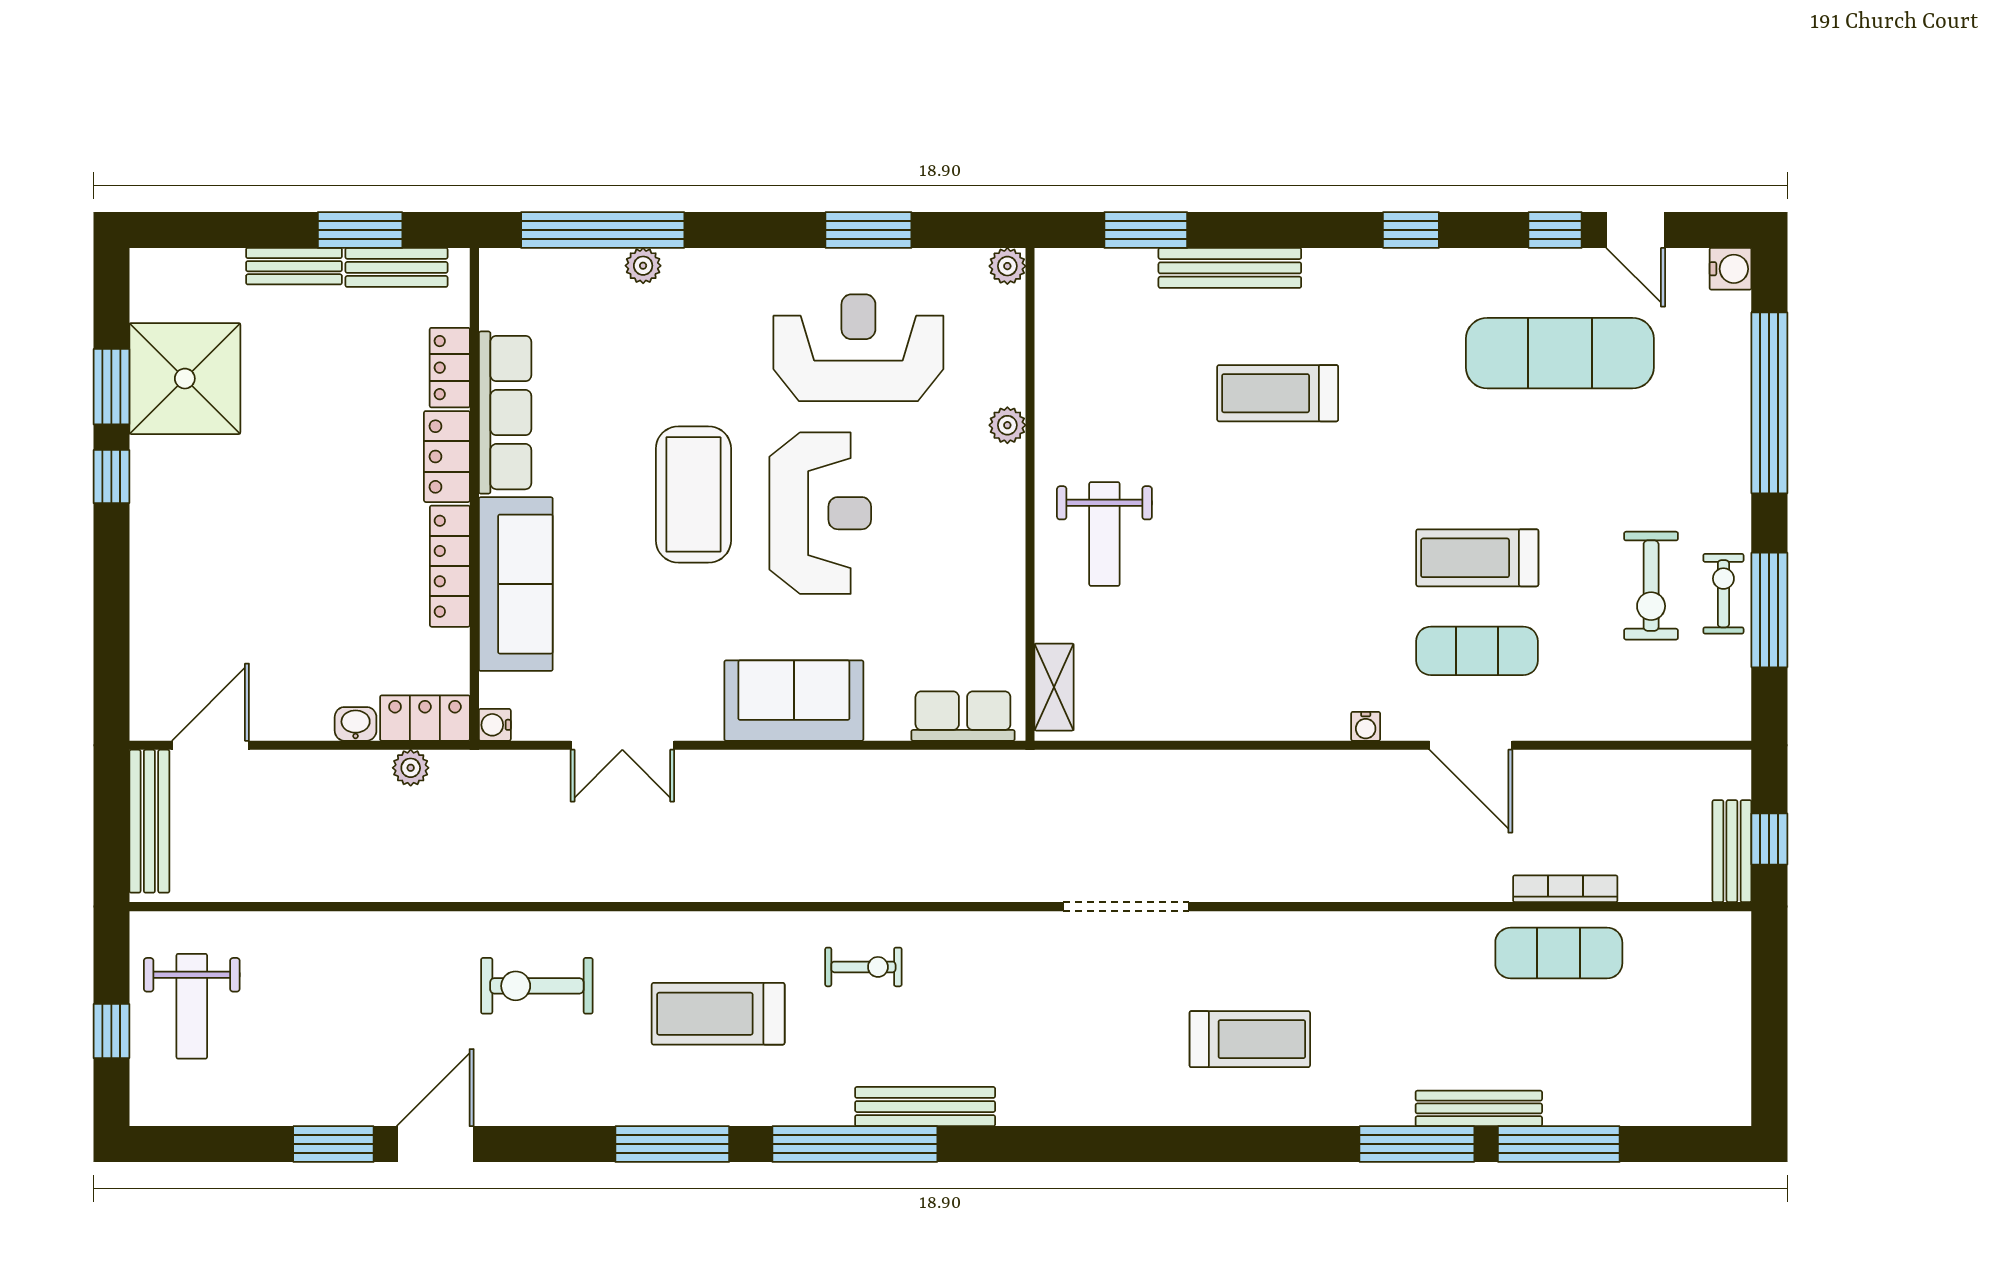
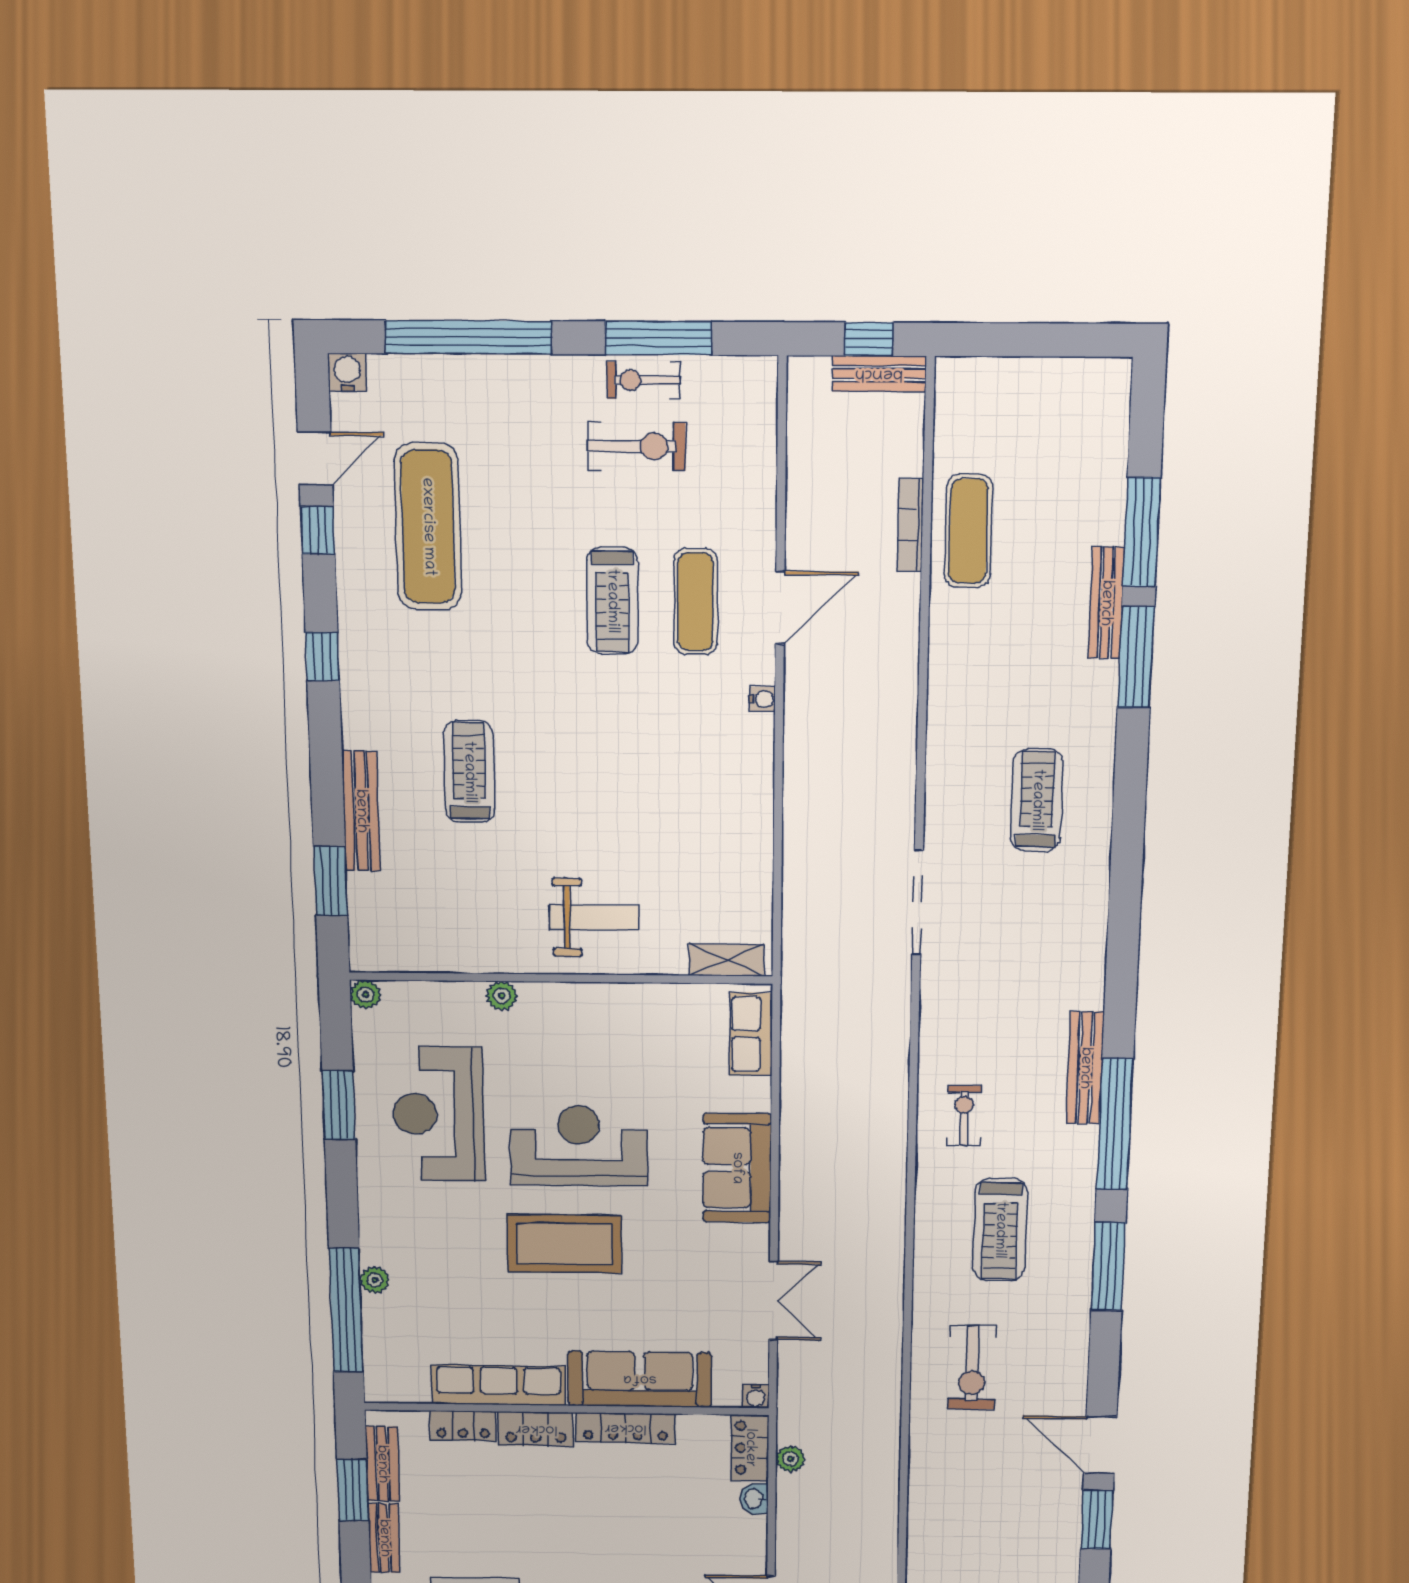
treadmill: (1278, 393) -> (469, 772), turned 180

